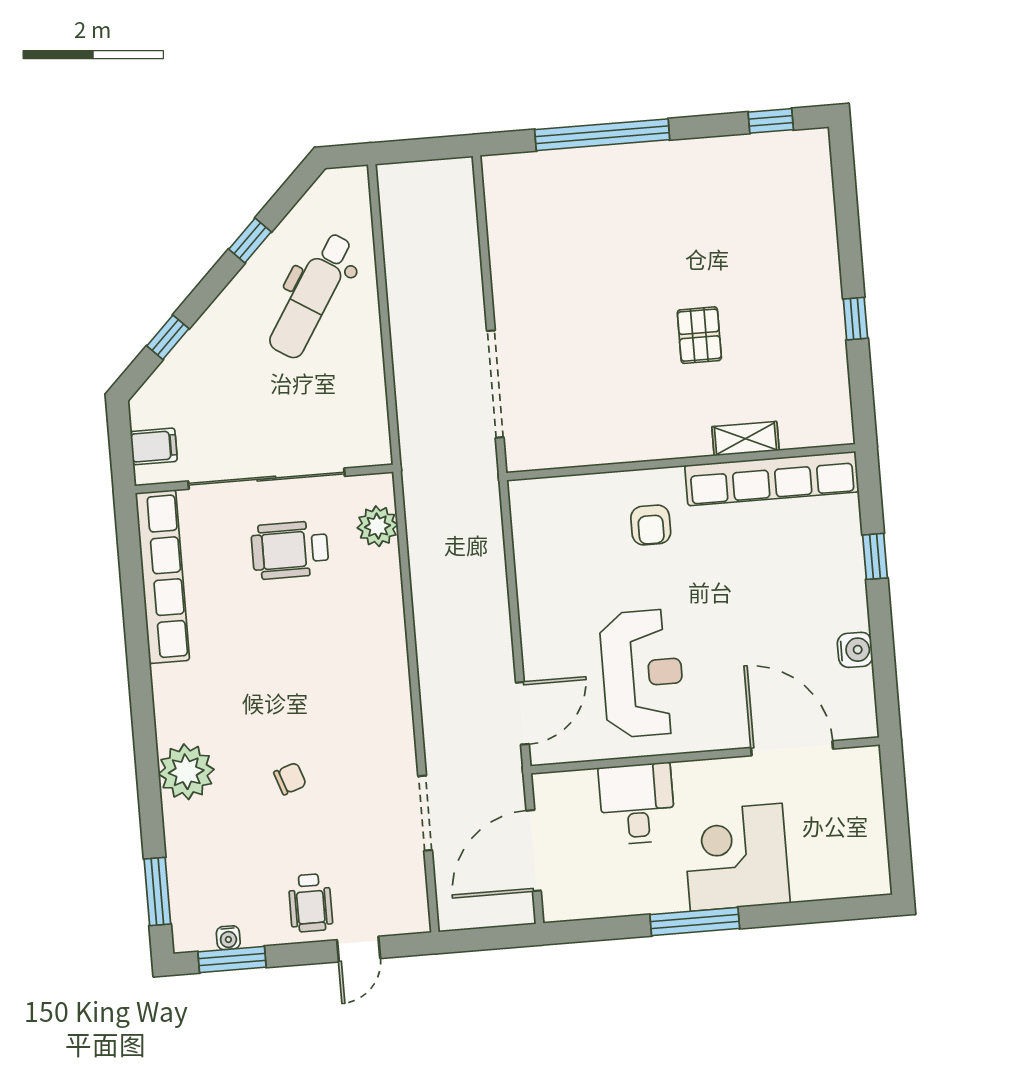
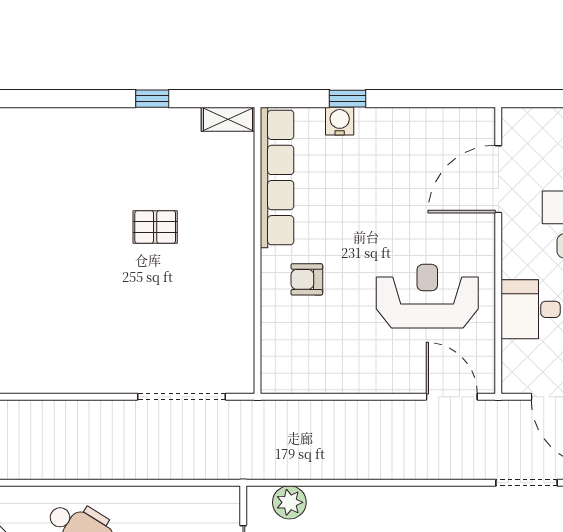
shelving: (745, 439) -> (228, 119), moved, turned 90
armchair: (651, 525) -> (307, 279), turned 180
water cooler: (855, 650) -> (340, 121), moved

